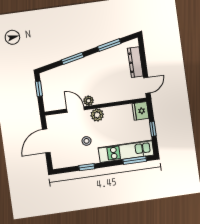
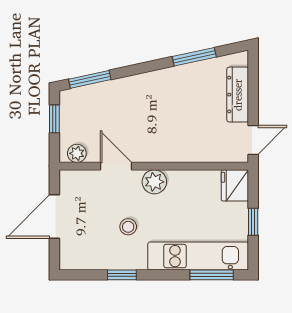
window: (73, 58) -> (90, 79), moved
plant: (89, 101) -> (77, 153), moved

